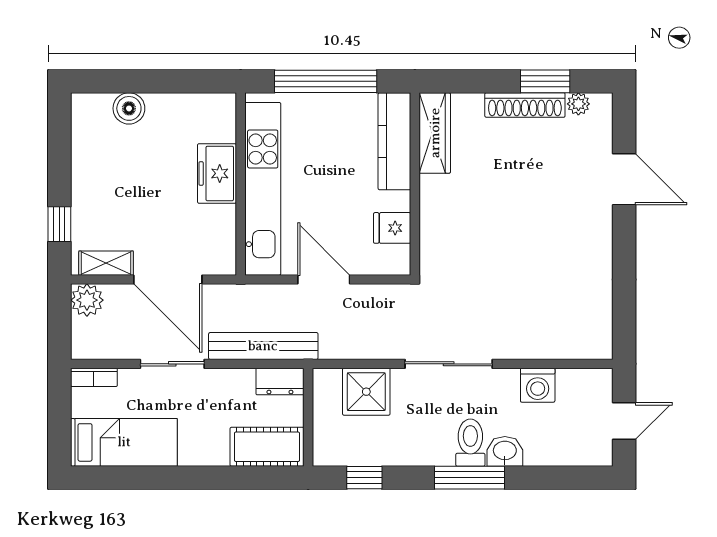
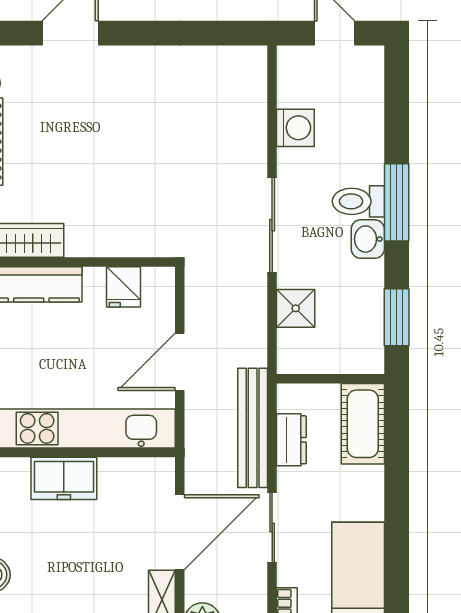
dresser: (280, 381) -> (291, 440), moved
shower: (366, 392) -> (296, 308), width x0.73, depth x0.73
washbasin: (505, 451) -> (368, 239), moved
window: (364, 478) -> (397, 317), width x1.50

